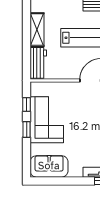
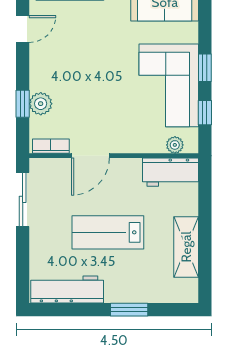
workbench: (38, 63) -> (171, 172), moved, turned -90
plant: (43, 86) -> (175, 145), added

